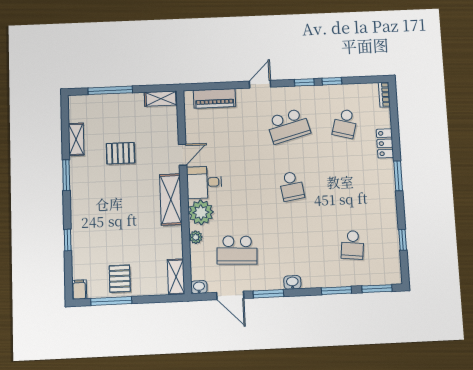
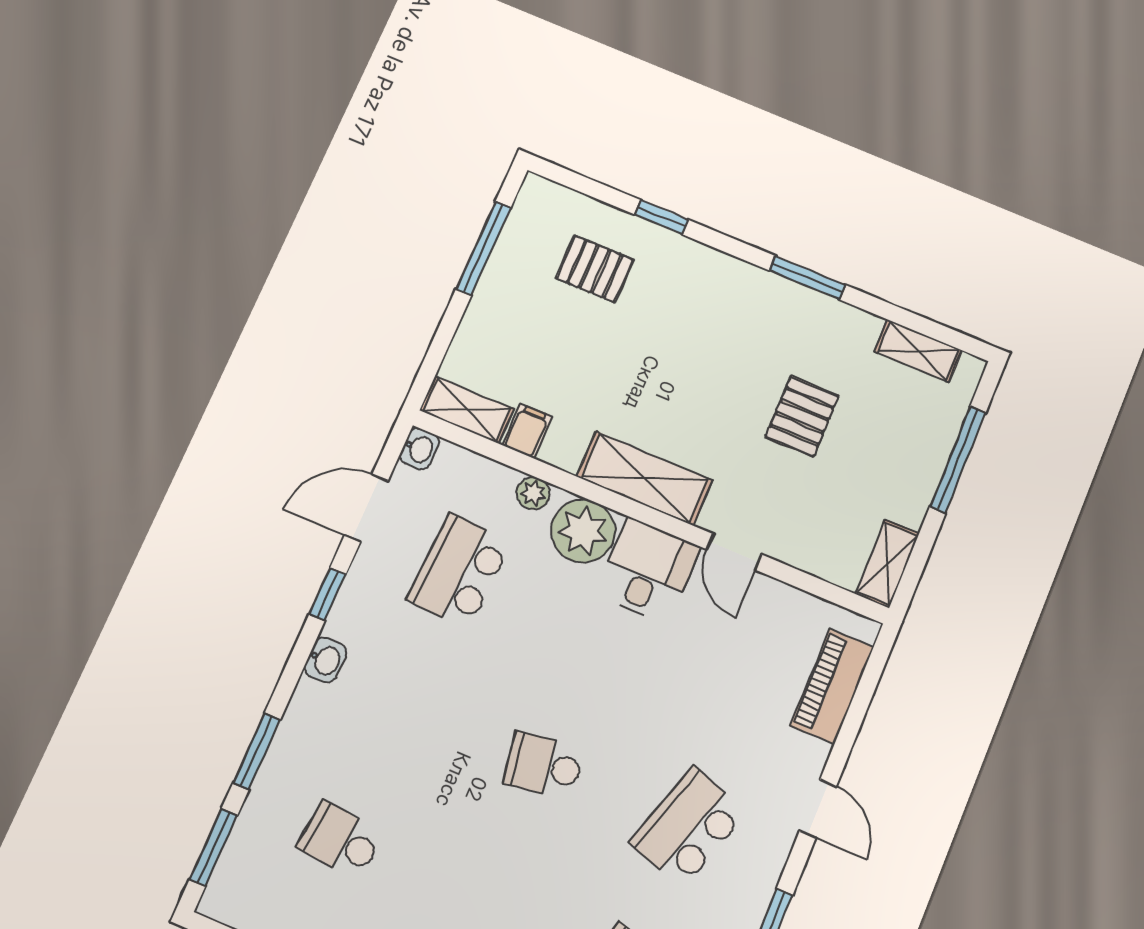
school desk: (288, 126) -> (688, 827), turned 33
shelving: (76, 139) -> (918, 351), moved
pallet: (120, 279) -> (595, 269), moved
filing cabinet: (79, 290) -> (527, 431), moved, turned -90
window: (268, 294) -> (328, 594), width x0.67

